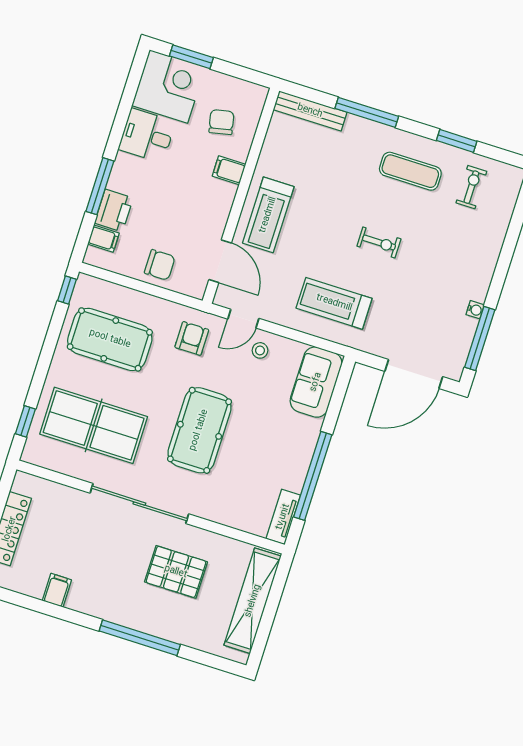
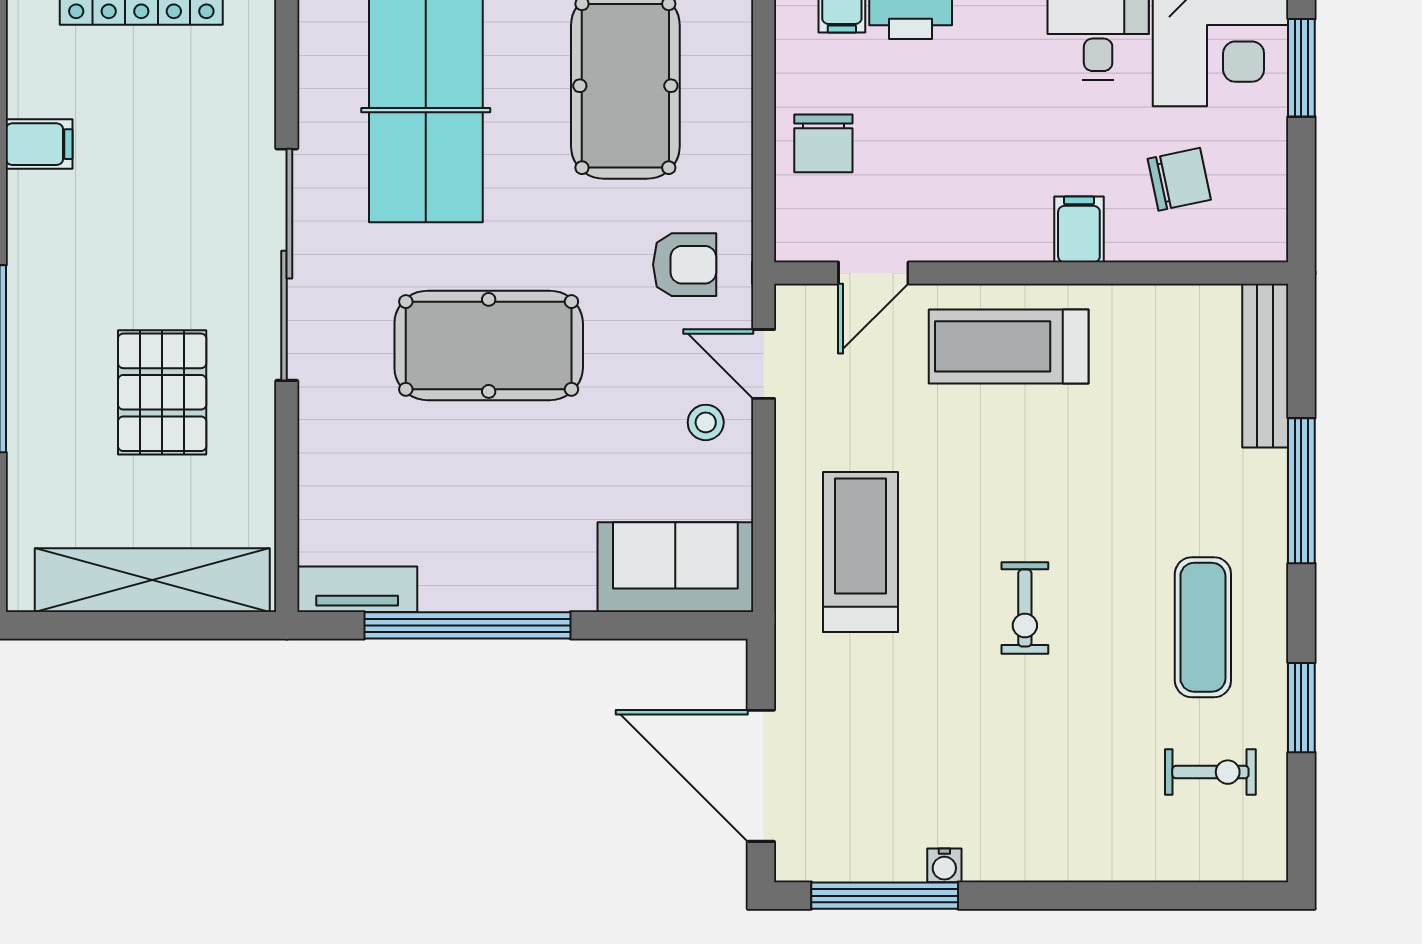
door: (220, 261) -> (873, 273), width x0.73

